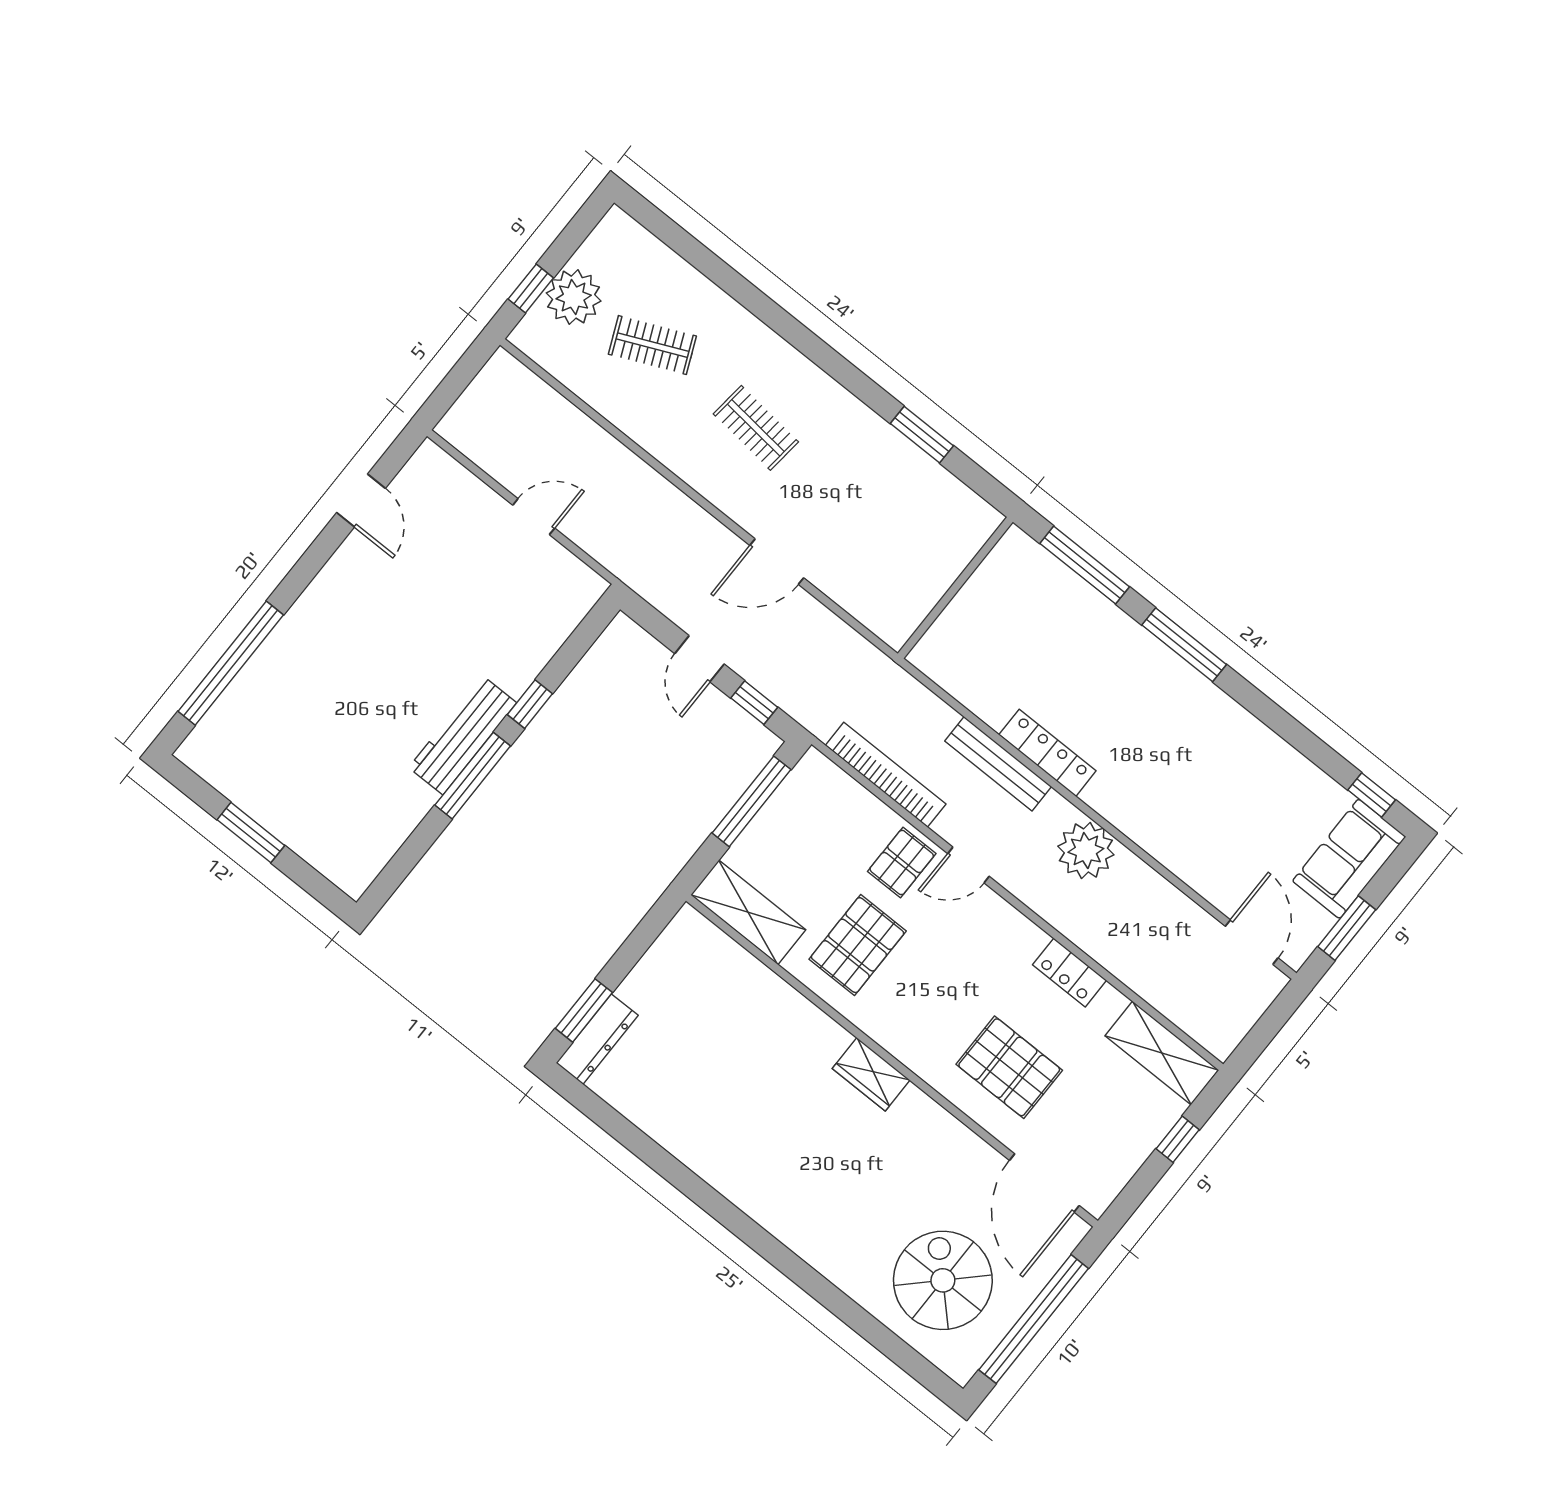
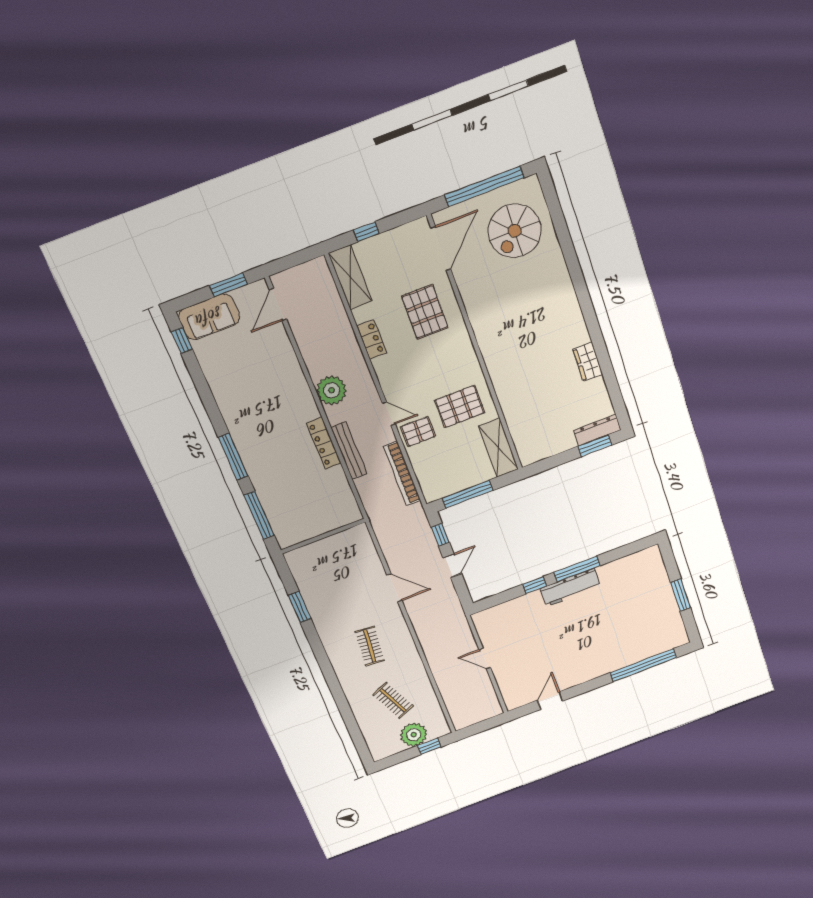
wardrobe: (871, 1074) -> (588, 362), moved, turned 180

